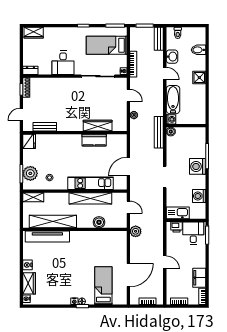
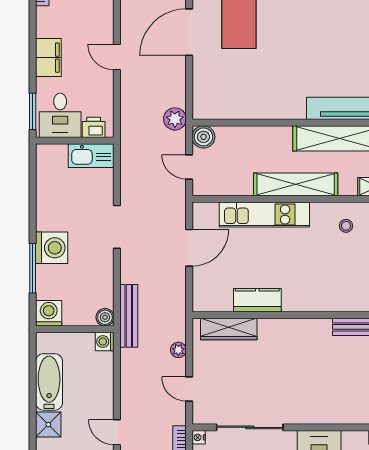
bathtub: (173, 100) -> (49, 382), moved, turned 180
wardrobe: (98, 126) -> (229, 329), moved
washing machine: (199, 196) -> (49, 313), moved, turned -90
shelving: (90, 198) -> (296, 184), moved
boiler: (99, 222) -> (203, 137), moved
filing cabinet: (199, 278) -> (48, 58), moved

